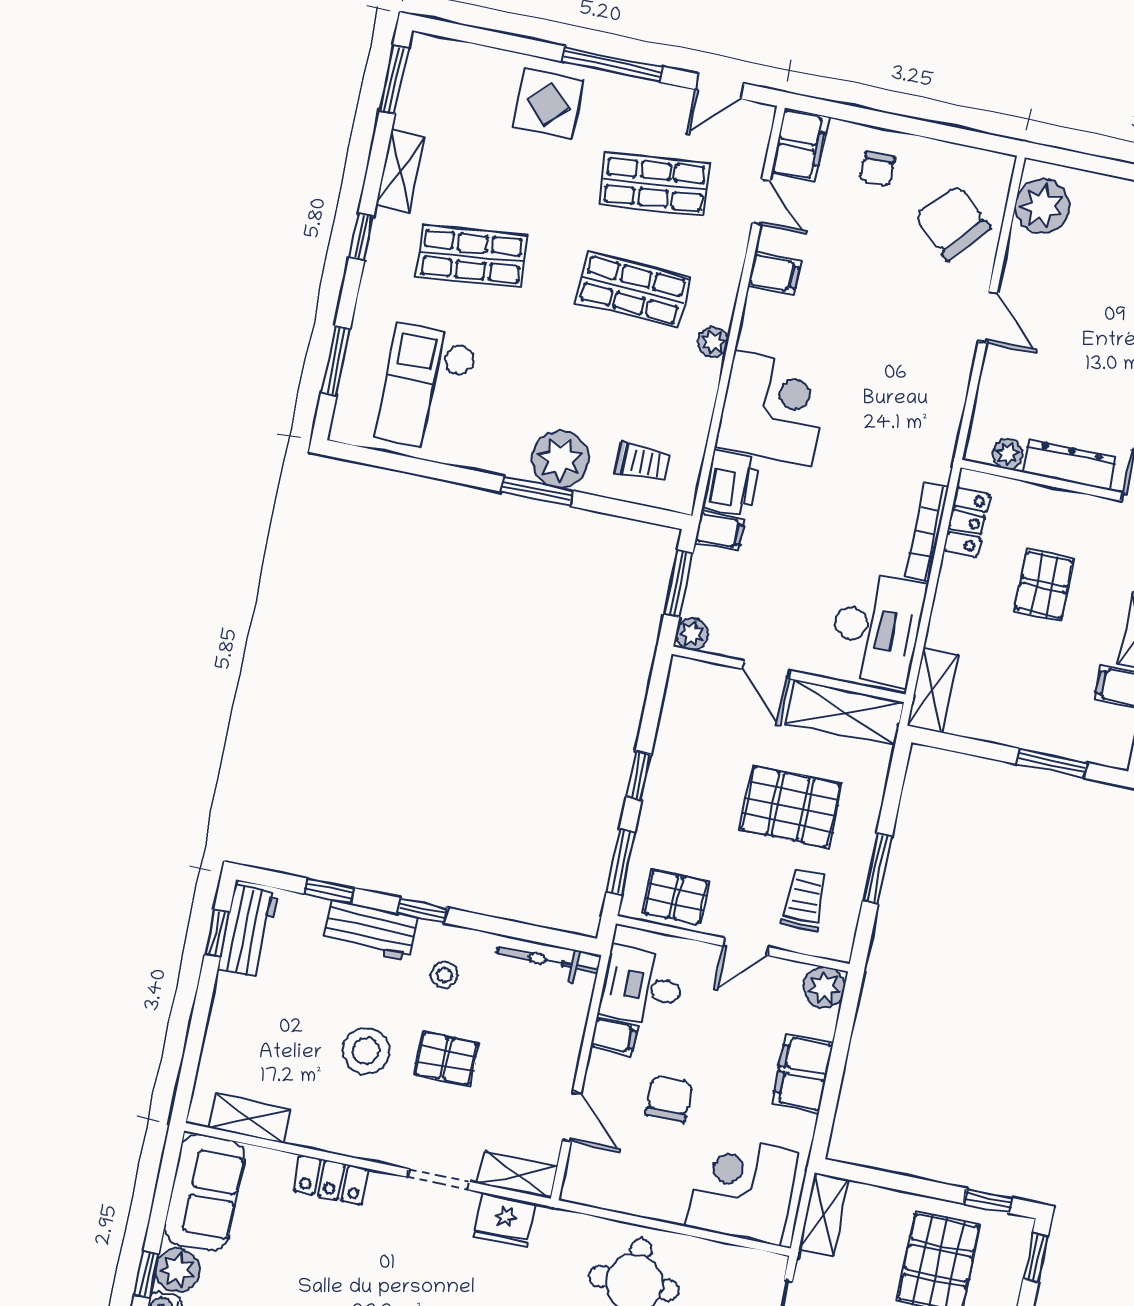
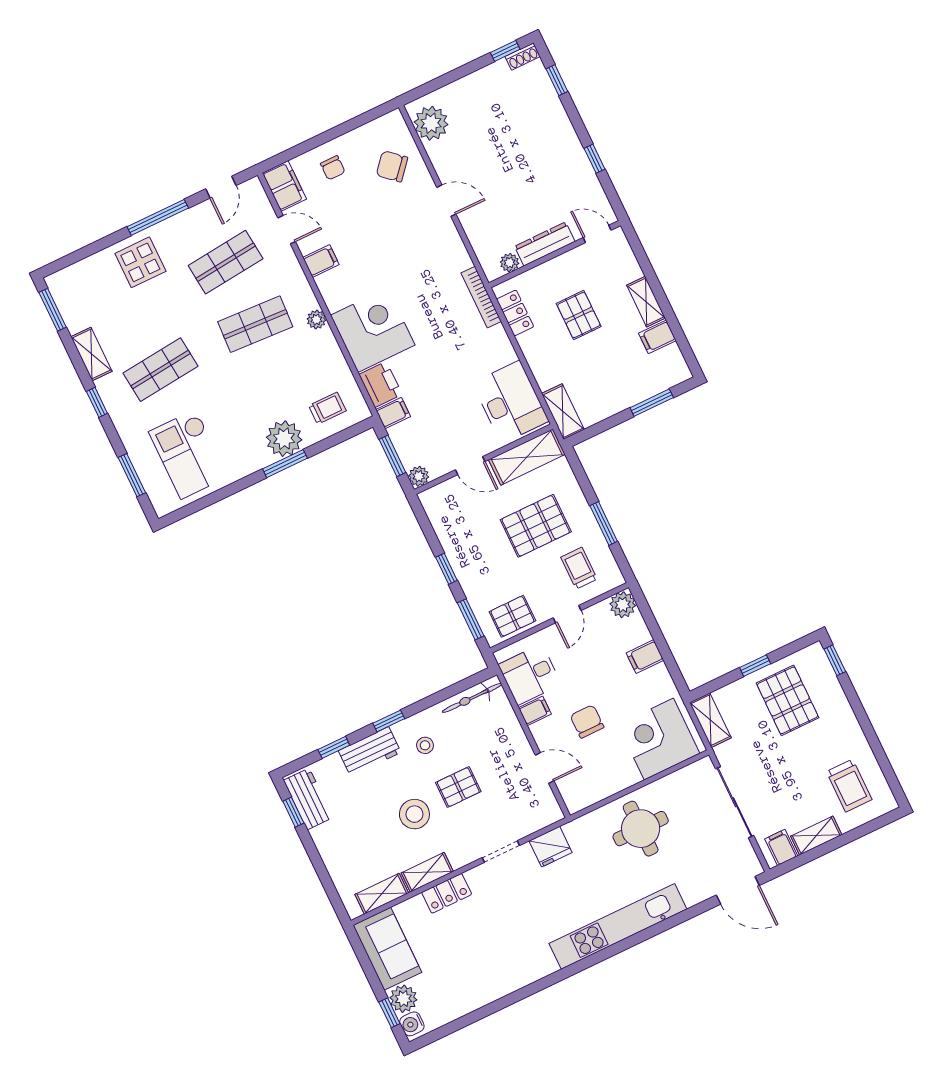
chair: (953, 223) -> (392, 166), width x0.73, depth x0.73
bookcase: (927, 532) -> (481, 297), moved
filing cabinet: (803, 1073) -> (645, 657), width x0.50
shelving: (518, 1175) -> (427, 872), moved
window: (988, 1201) -> (755, 666), moved

